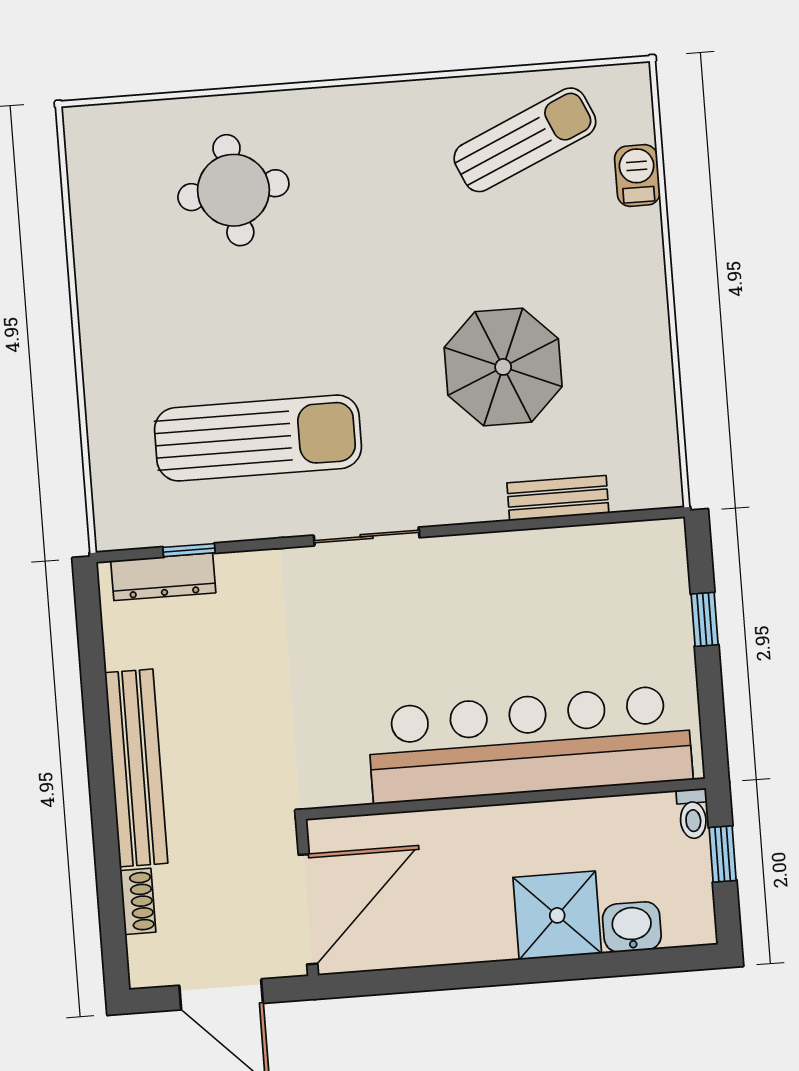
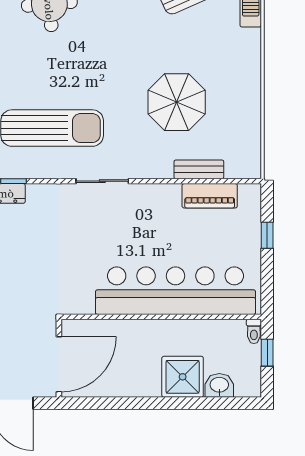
piano: (583, 549) -> (210, 196), added

